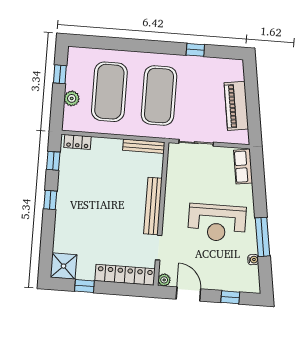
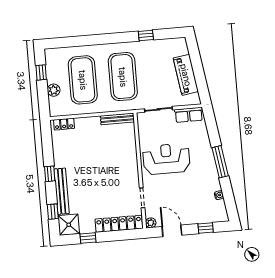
window: (53, 161) -> (53, 212), moved
row of seats: (243, 167) -> (189, 115), moved, turned -81
bench: (153, 206) -> (62, 191), moved
reception desk: (217, 223) -> (166, 159), moved, turned 180
window: (263, 237) -> (220, 162), moved

